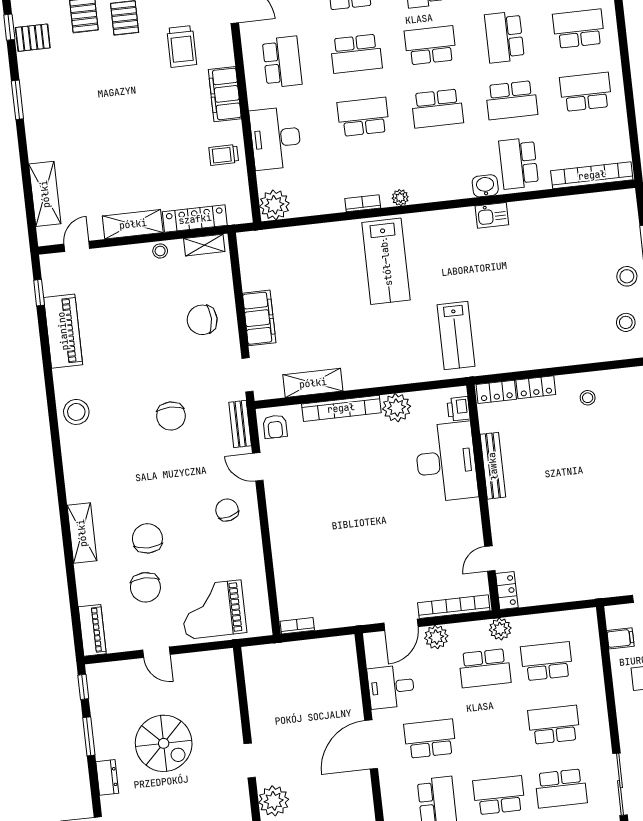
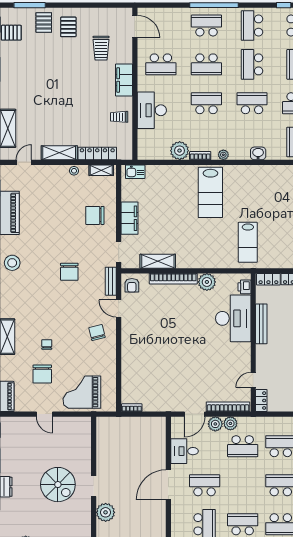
school desk: (430, 45) -> (252, 64), turned -90
school desk: (282, 62) -> (161, 64), turned 90
school desk: (437, 108) -> (252, 103), turned 180
washbasin: (485, 186) -> (258, 153), moved
plant: (274, 205) -> (180, 151), moved
kitchen sink: (492, 215) -> (135, 172), moved
chair: (147, 538) -> (47, 344), width x0.54, depth x0.54
plant: (500, 629) -> (230, 423), moved
spiral stairs: (164, 743) -> (58, 485), moved

